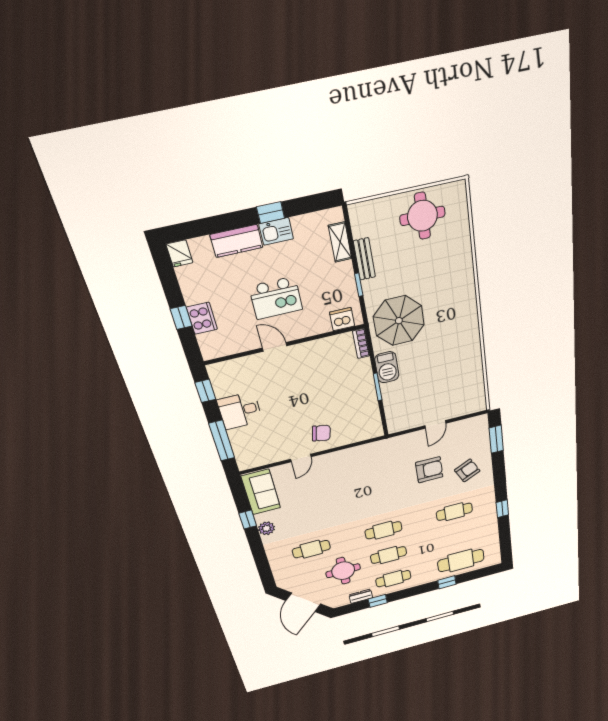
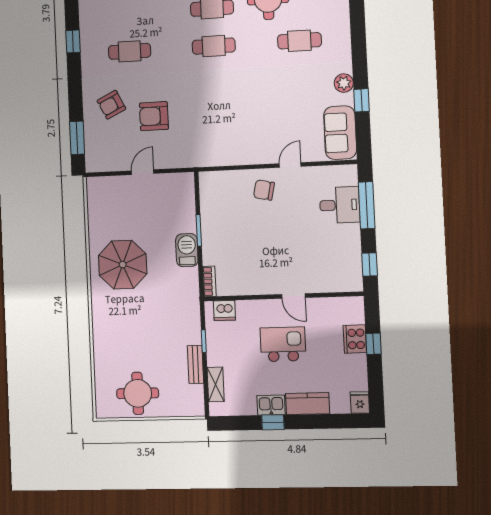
parasol: (399, 321) -> (123, 265), moved
desk: (240, 411) -> (340, 205), moved

